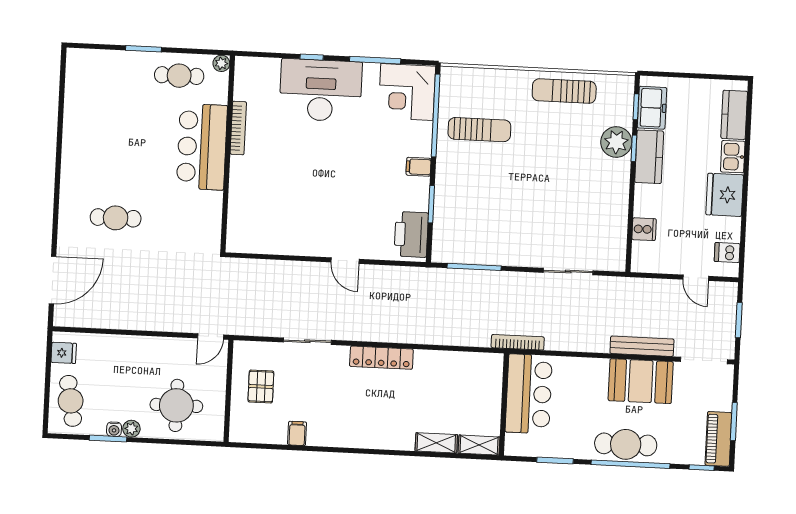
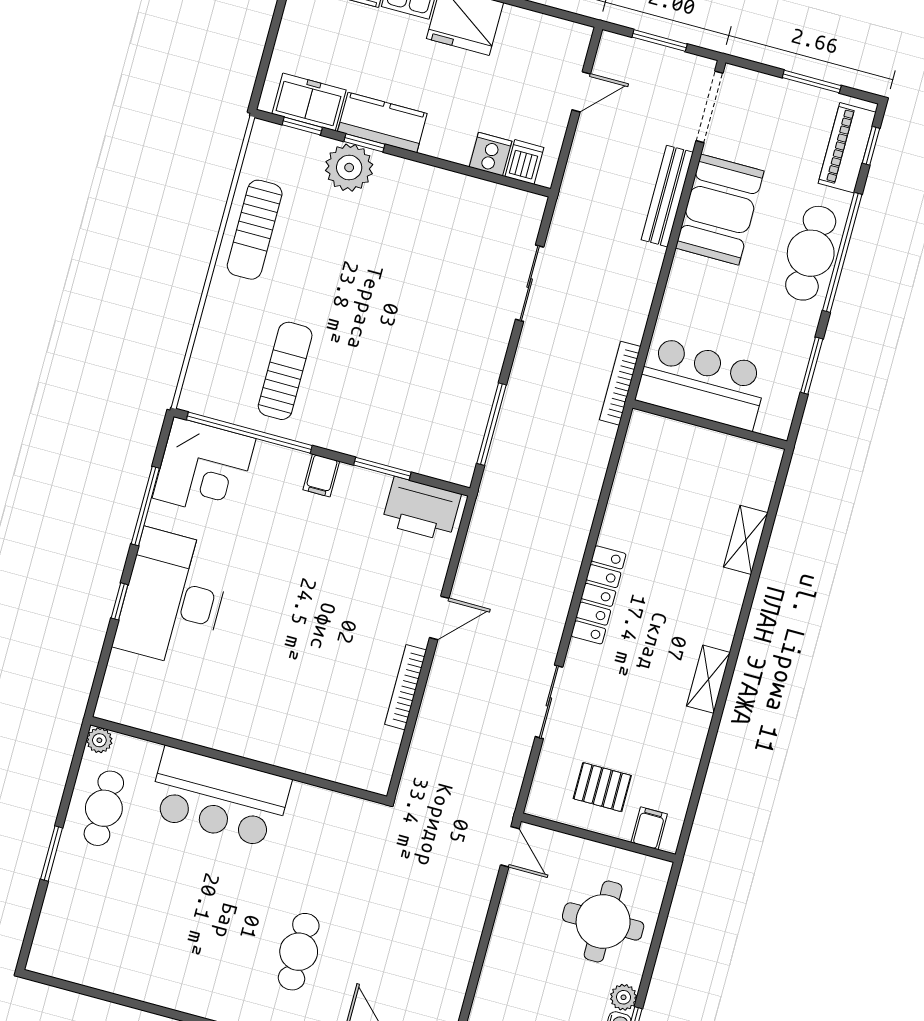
bookcase: (238, 128) -> (406, 687), moved, turned -90
dishwasher: (727, 253) -> (524, 162), moved, turned 180
filing cabinet: (297, 433) -> (649, 828), moved, turned 90
piano: (718, 439) -> (847, 148), moved, turned 90
shelving: (479, 445) -> (708, 679), moved

